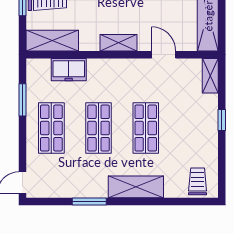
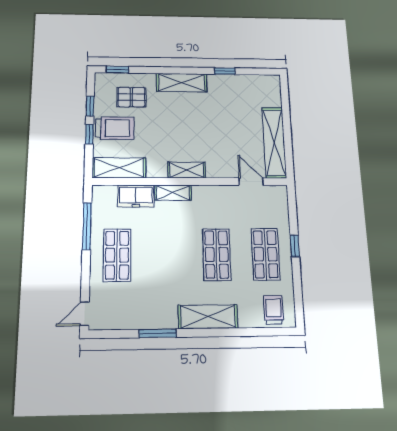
door: (164, 55) -> (251, 182), moved
shelving: (210, 76) -> (173, 193), moved, turned 90
window: (22, 100) -> (87, 226), width x1.44
shop shelf: (99, 128) -> (266, 254), moved

